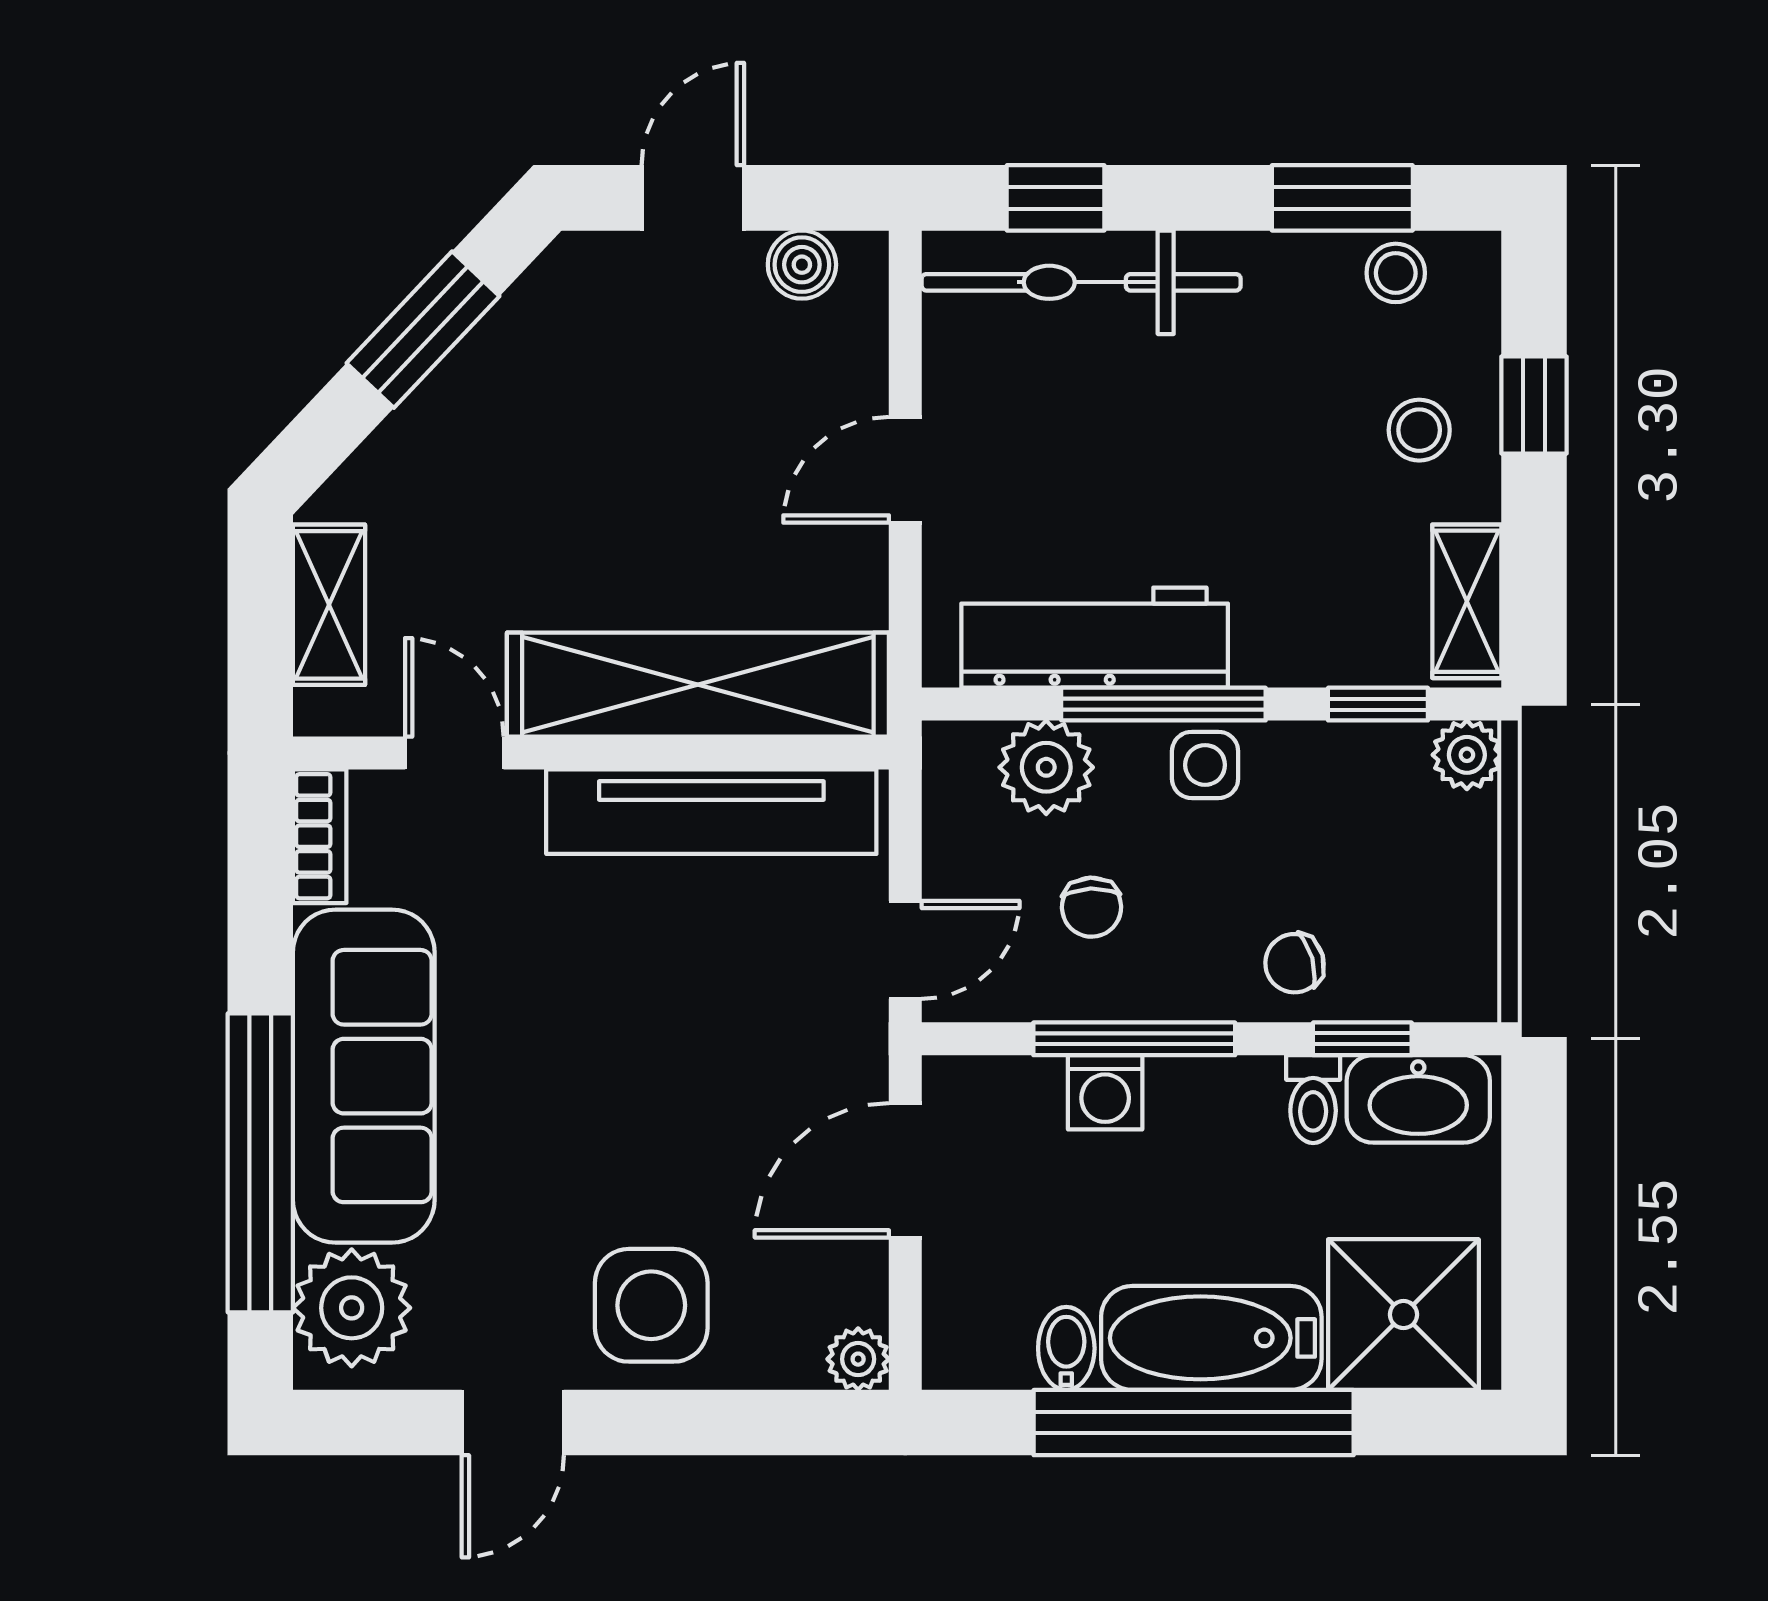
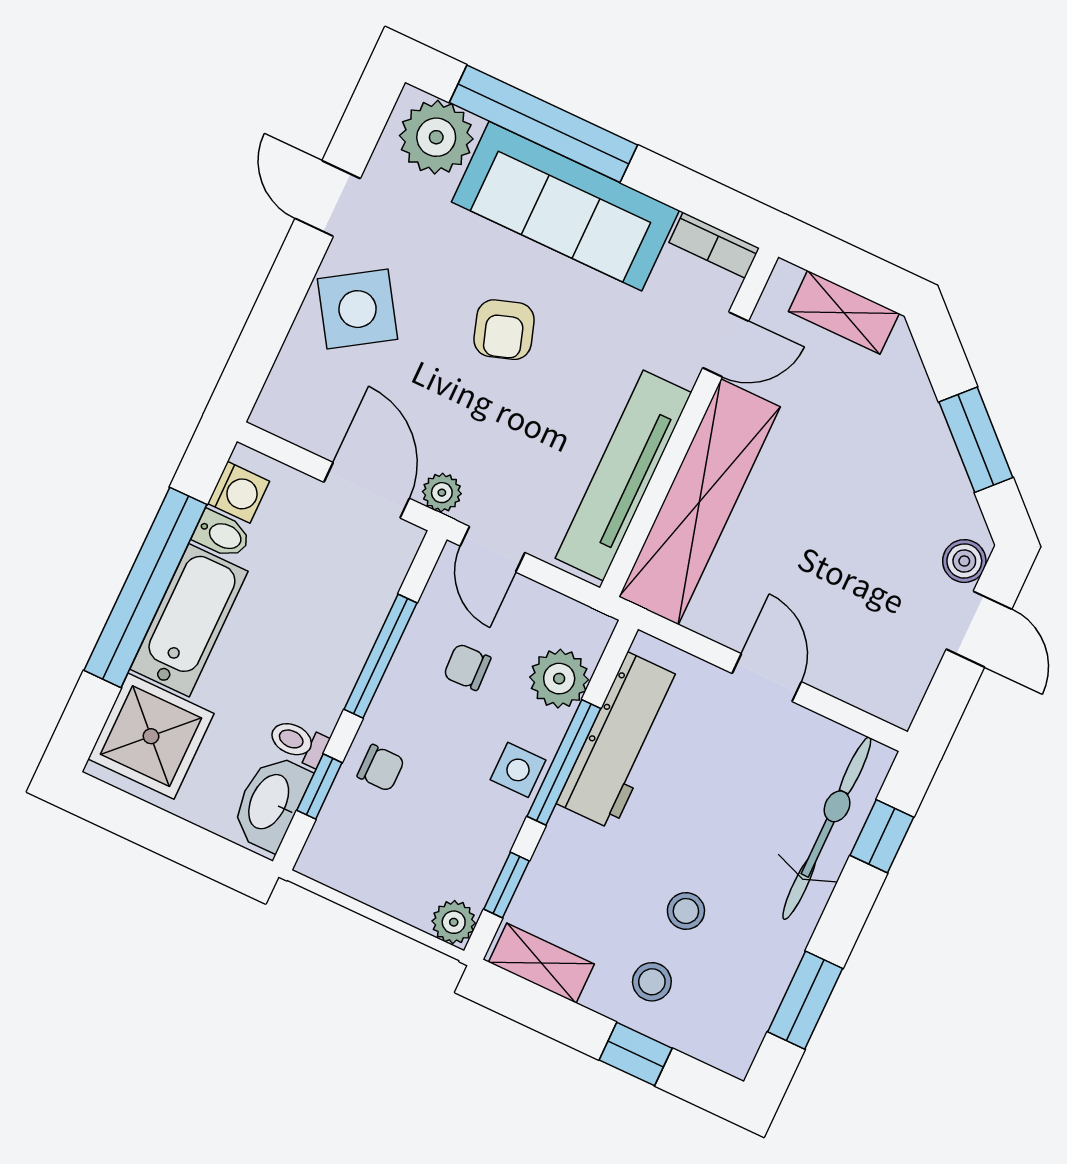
boiler: (802, 265) -> (964, 561), moved
stool: (1396, 273) -> (686, 911), moved
chair: (1295, 963) -> (381, 768), turned 106
armchair: (582, 1081) -> (504, 330), added
washing machine: (1105, 1092) -> (239, 492), moved, turned 180
side table: (651, 1305) -> (358, 309), turned -33
plant: (858, 1359) -> (442, 493), moved

